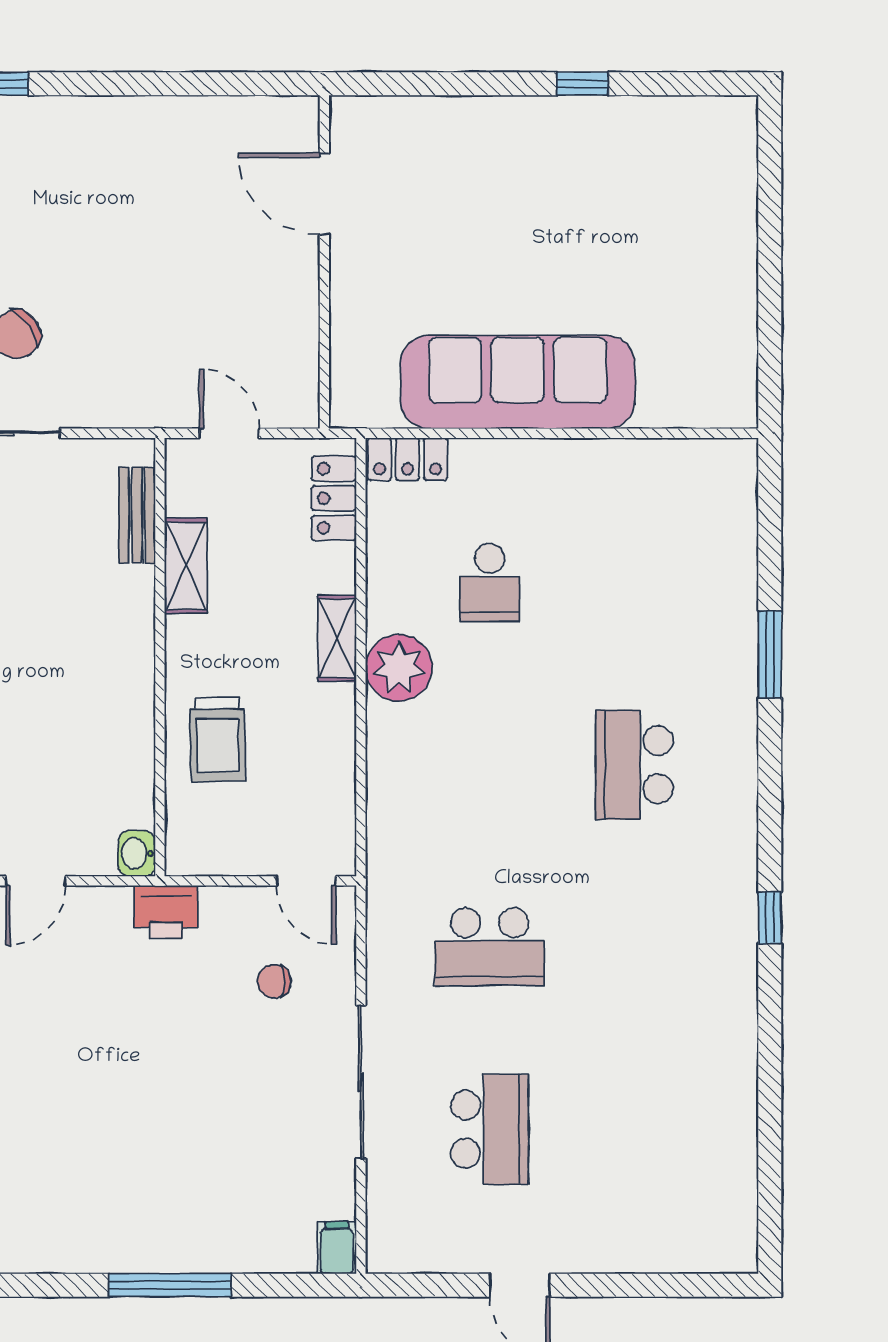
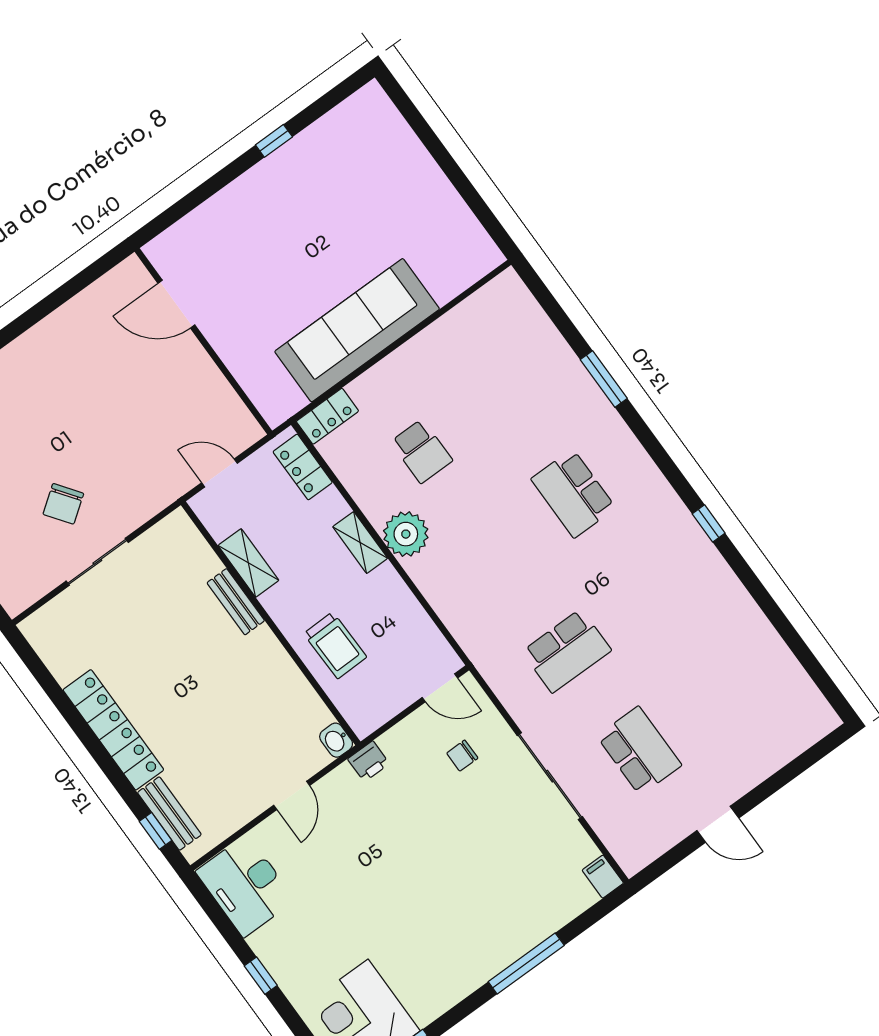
bench: (137, 515) -> (236, 602), moved
printer: (166, 912) -> (369, 761), width x0.73, depth x0.81

